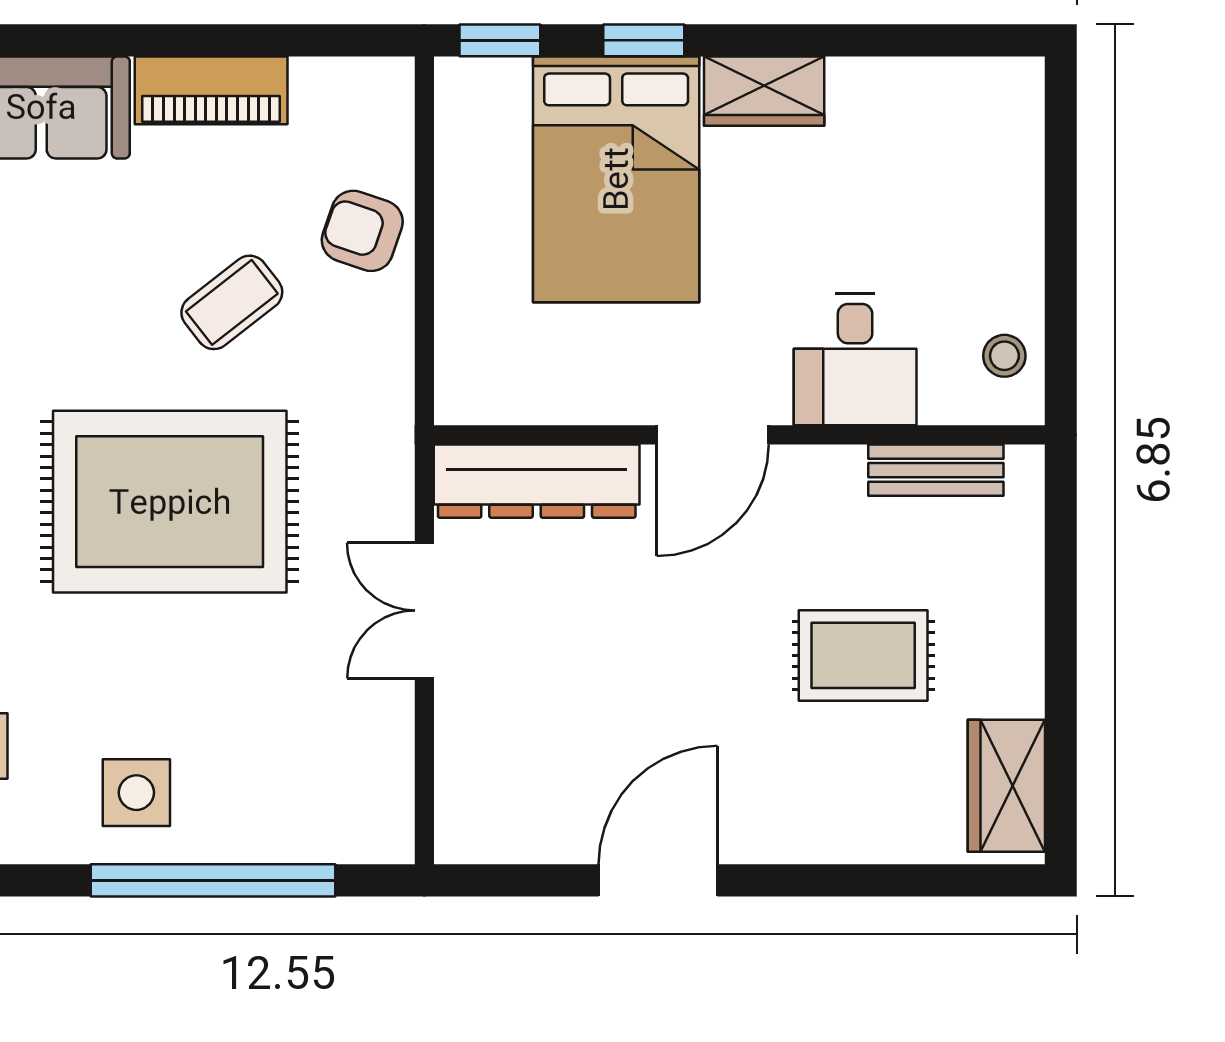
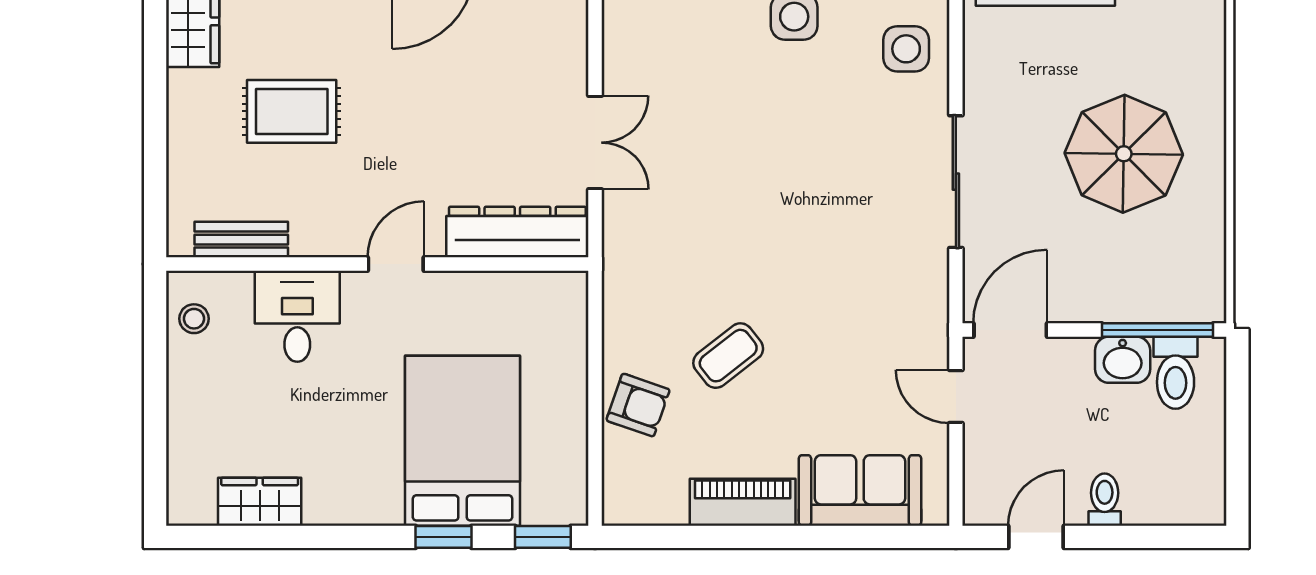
wardrobe: (764, 91) -> (260, 502), moved
door: (713, 435) -> (396, 264), width x0.73
rug: (170, 502) -> (771, 218), removed

